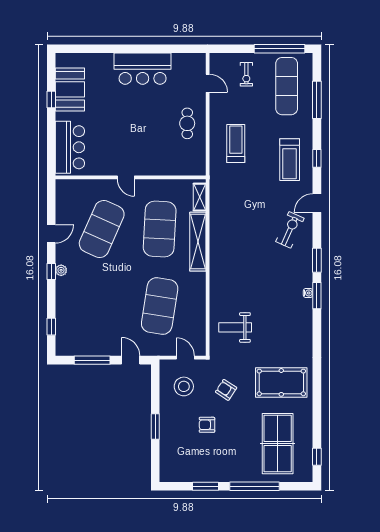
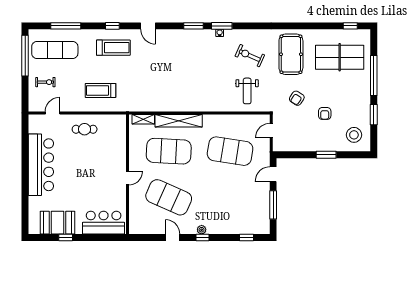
bar counter: (143, 69) -> (41, 165), width x1.36
exercise bike: (290, 230) -> (250, 56), moved
stool: (184, 386) -> (354, 135), moved

